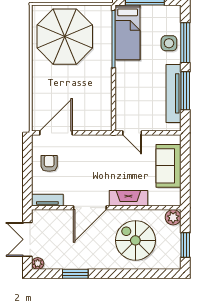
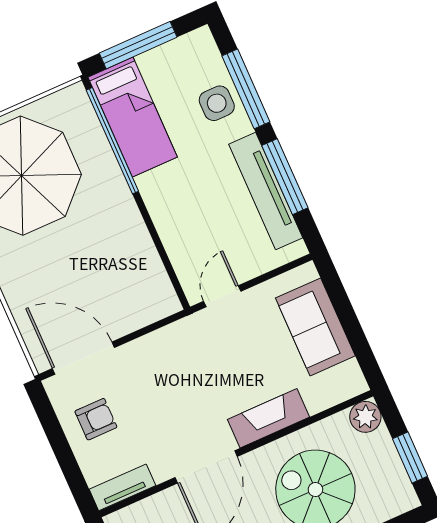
door: (56, 133) -> (83, 358), hinge flipped
door: (132, 133) -> (222, 296), swing flipped
armchair: (49, 163) -> (96, 419), turned 90

